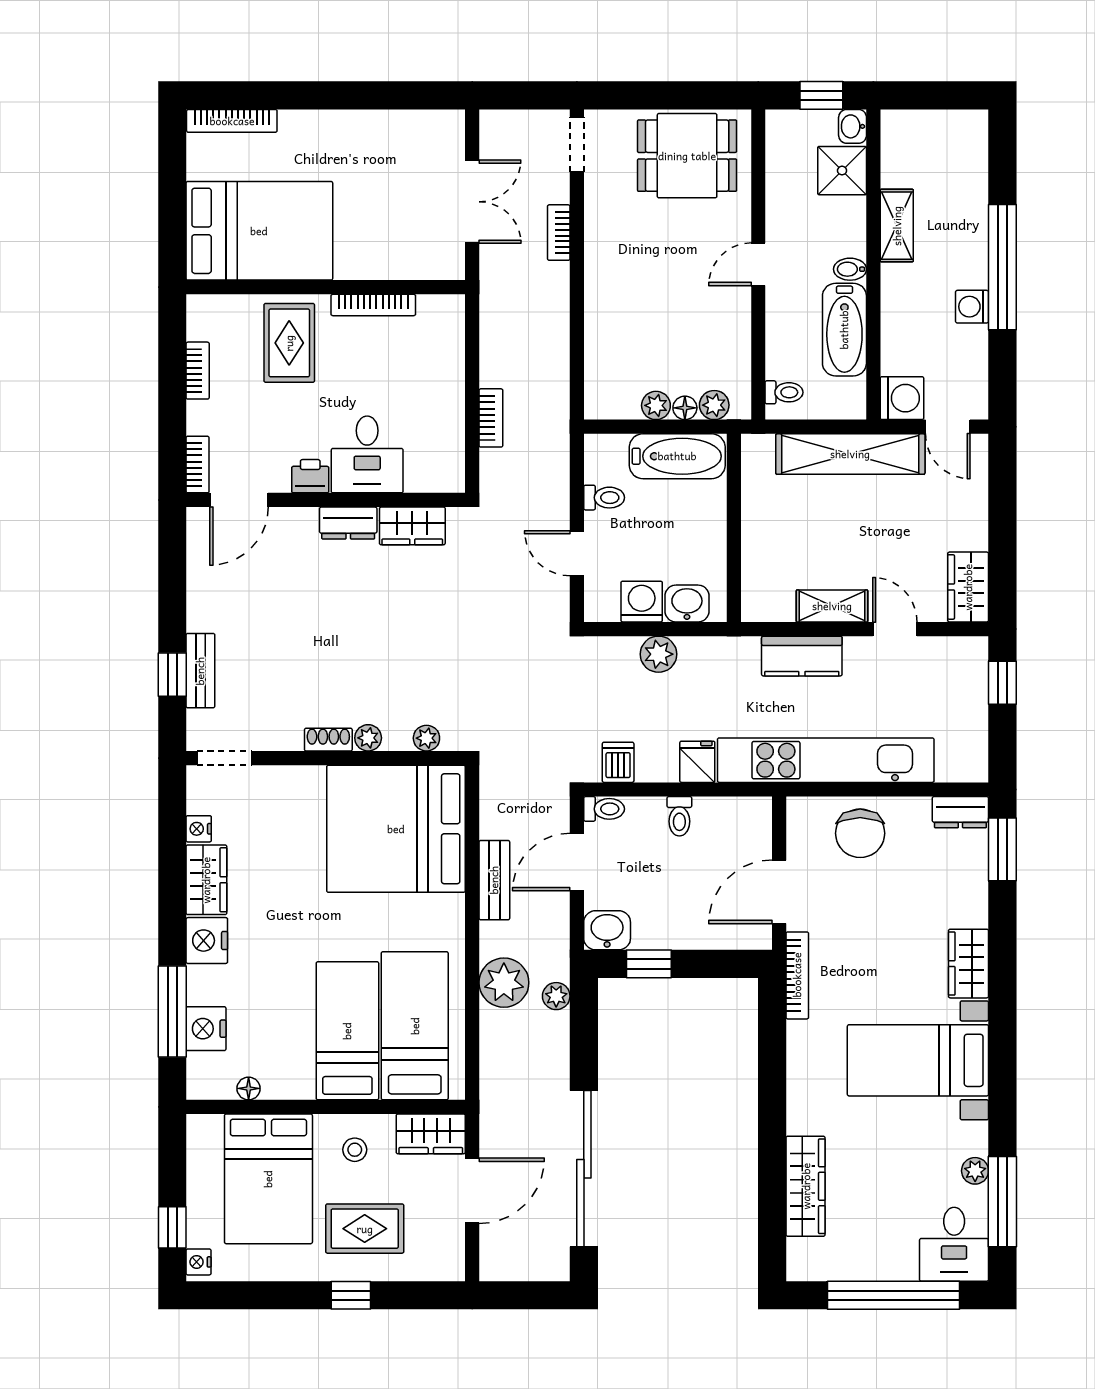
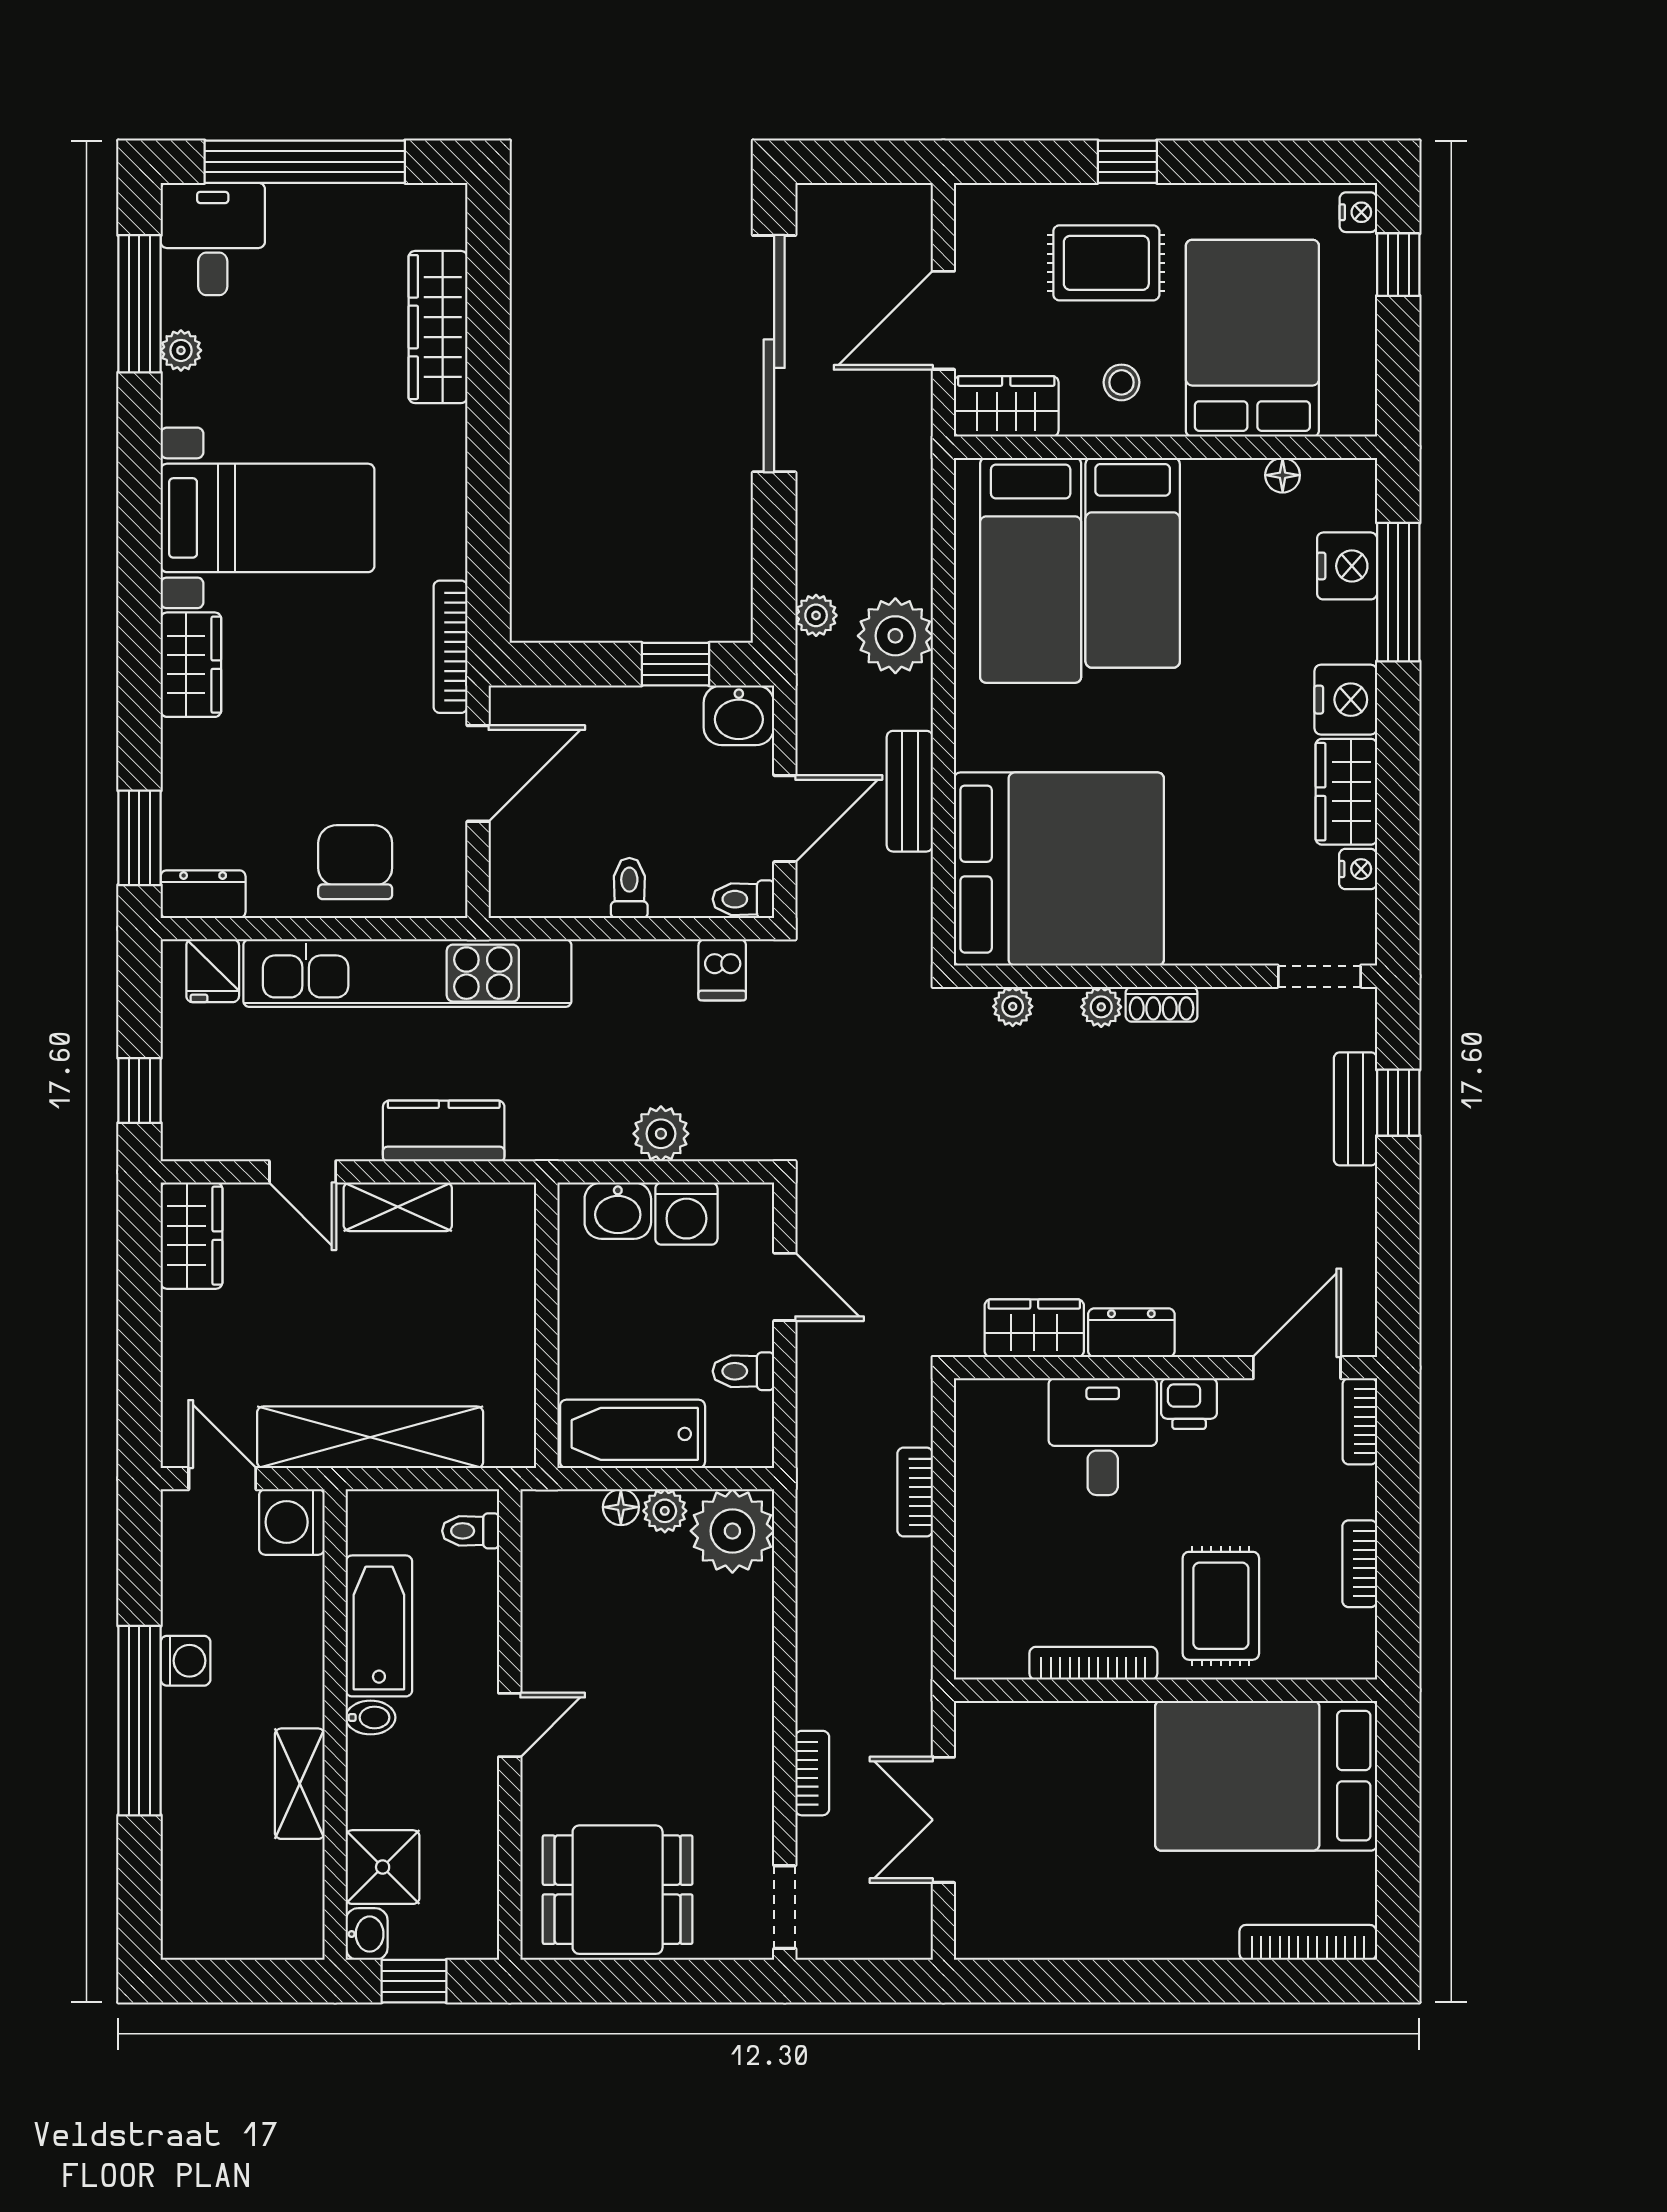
plant: (714, 405) -> (732, 1531), moved, width x1.88, depth x1.88
fridge: (697, 762) -> (213, 971), moved

